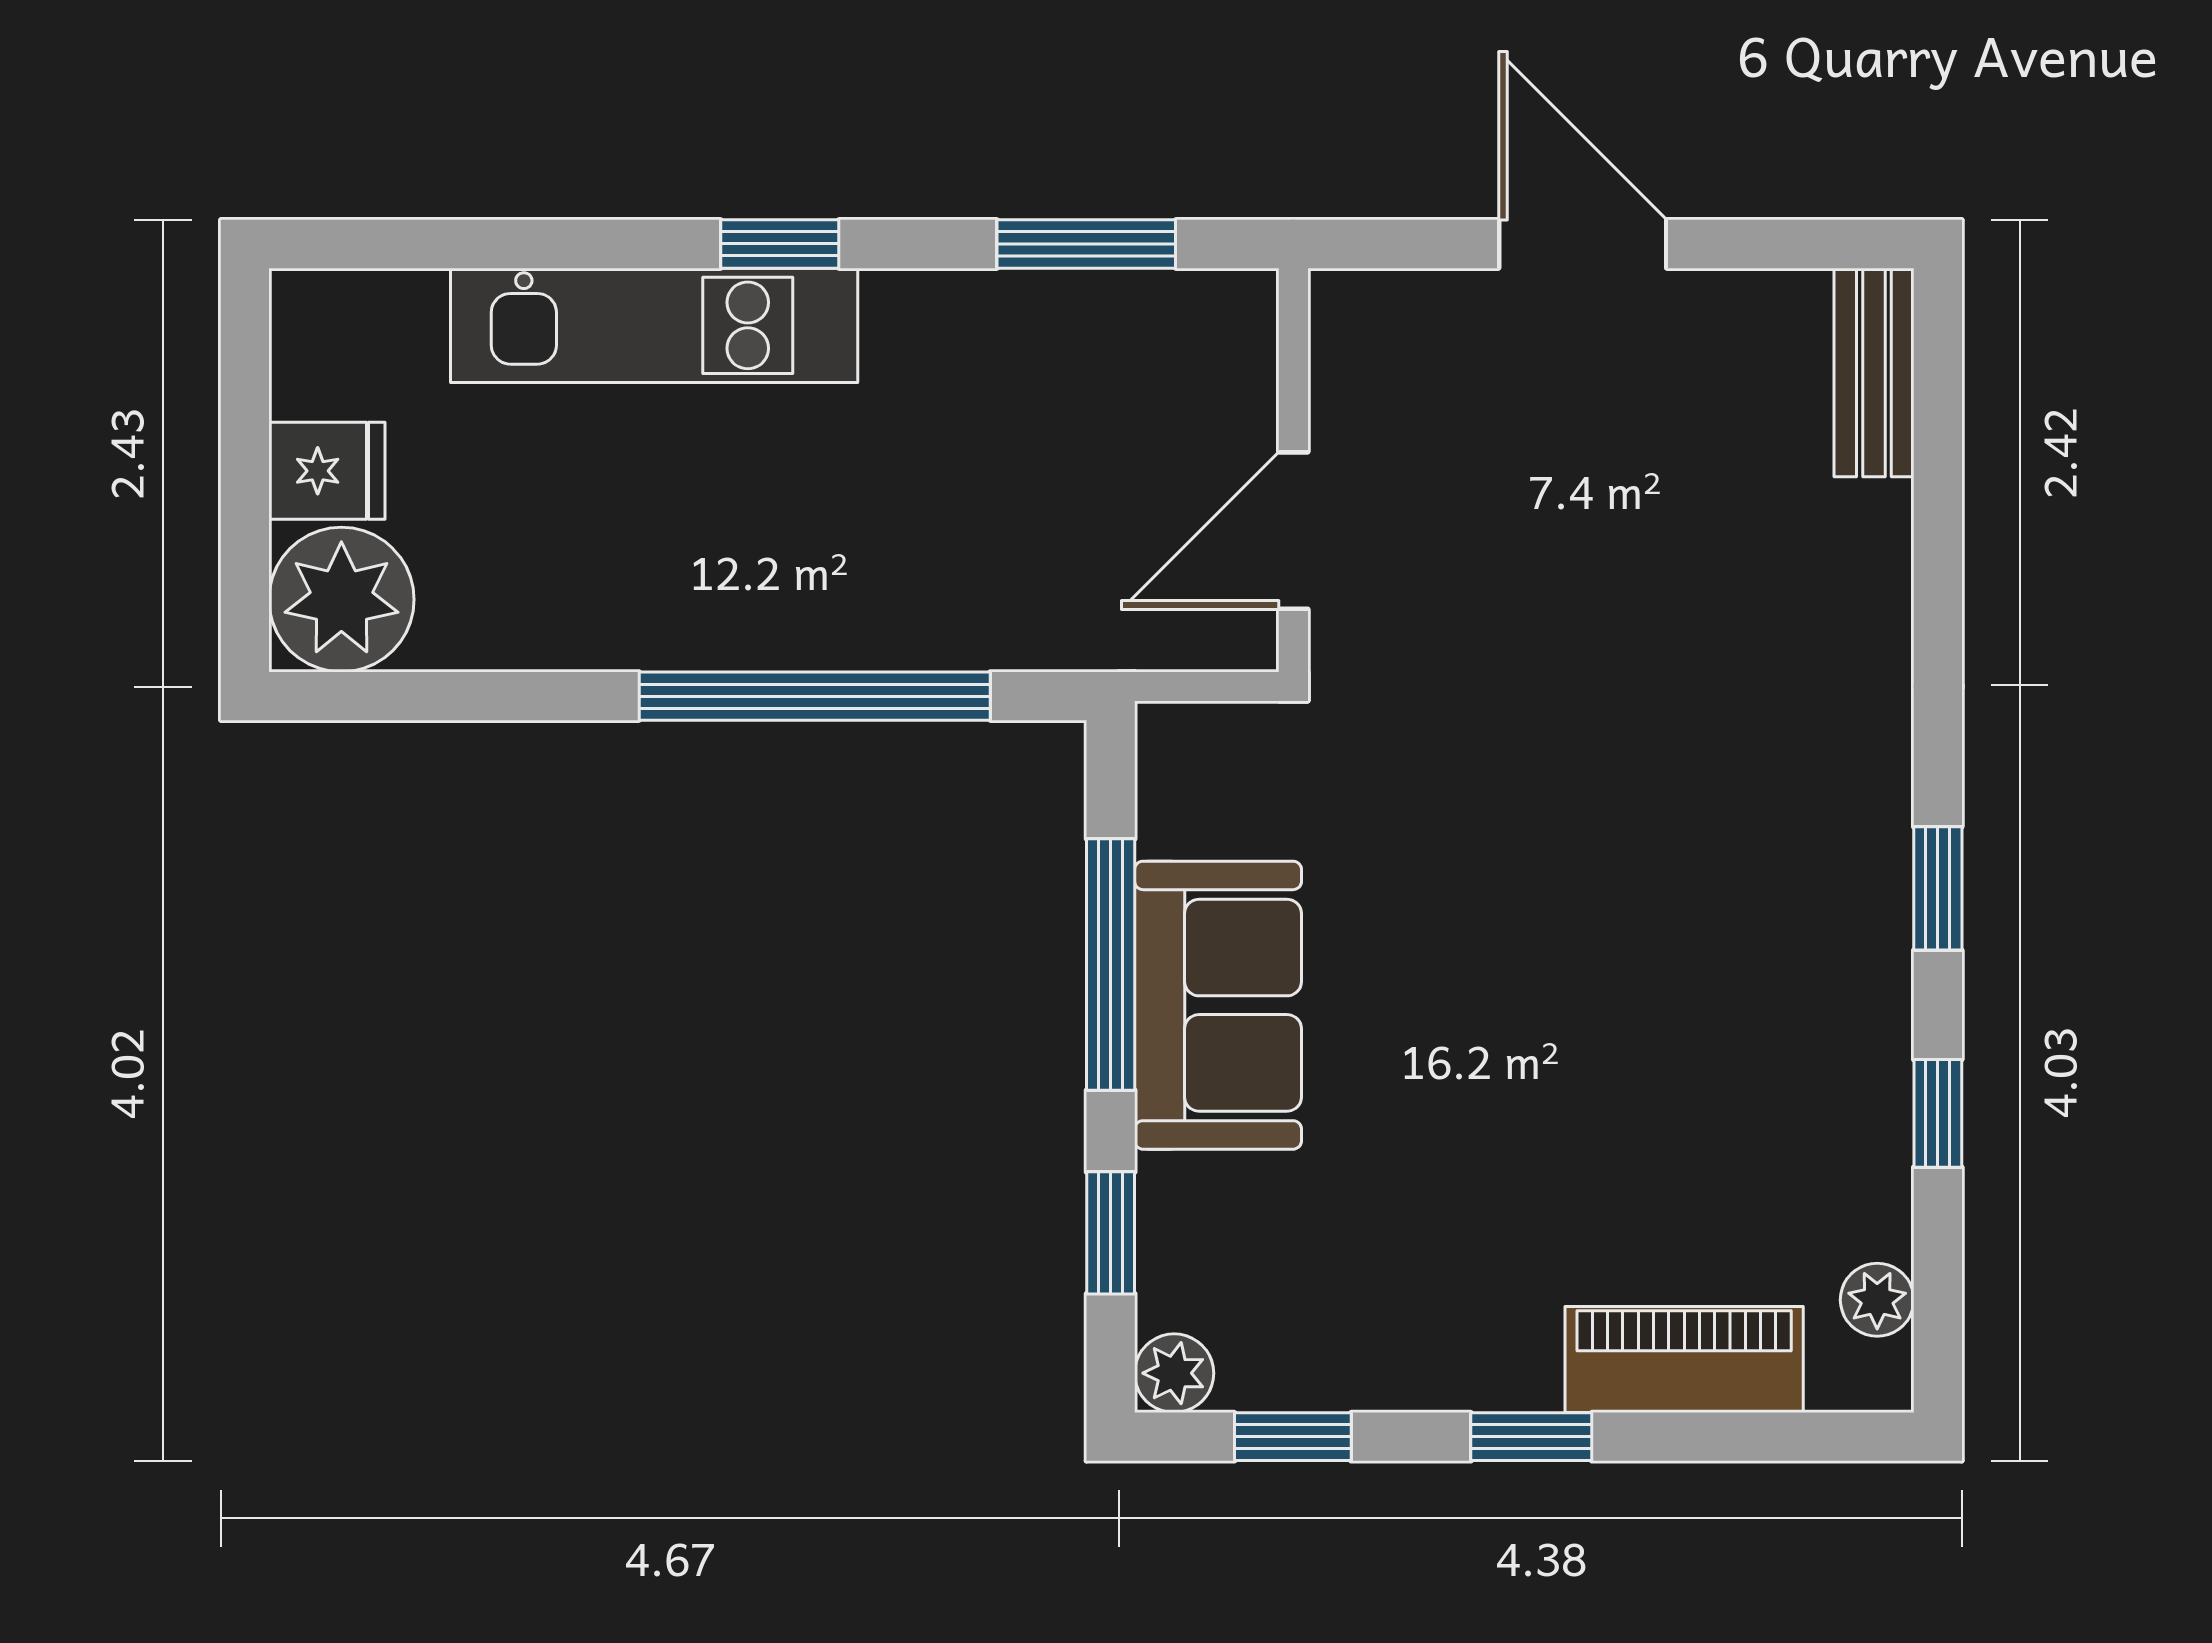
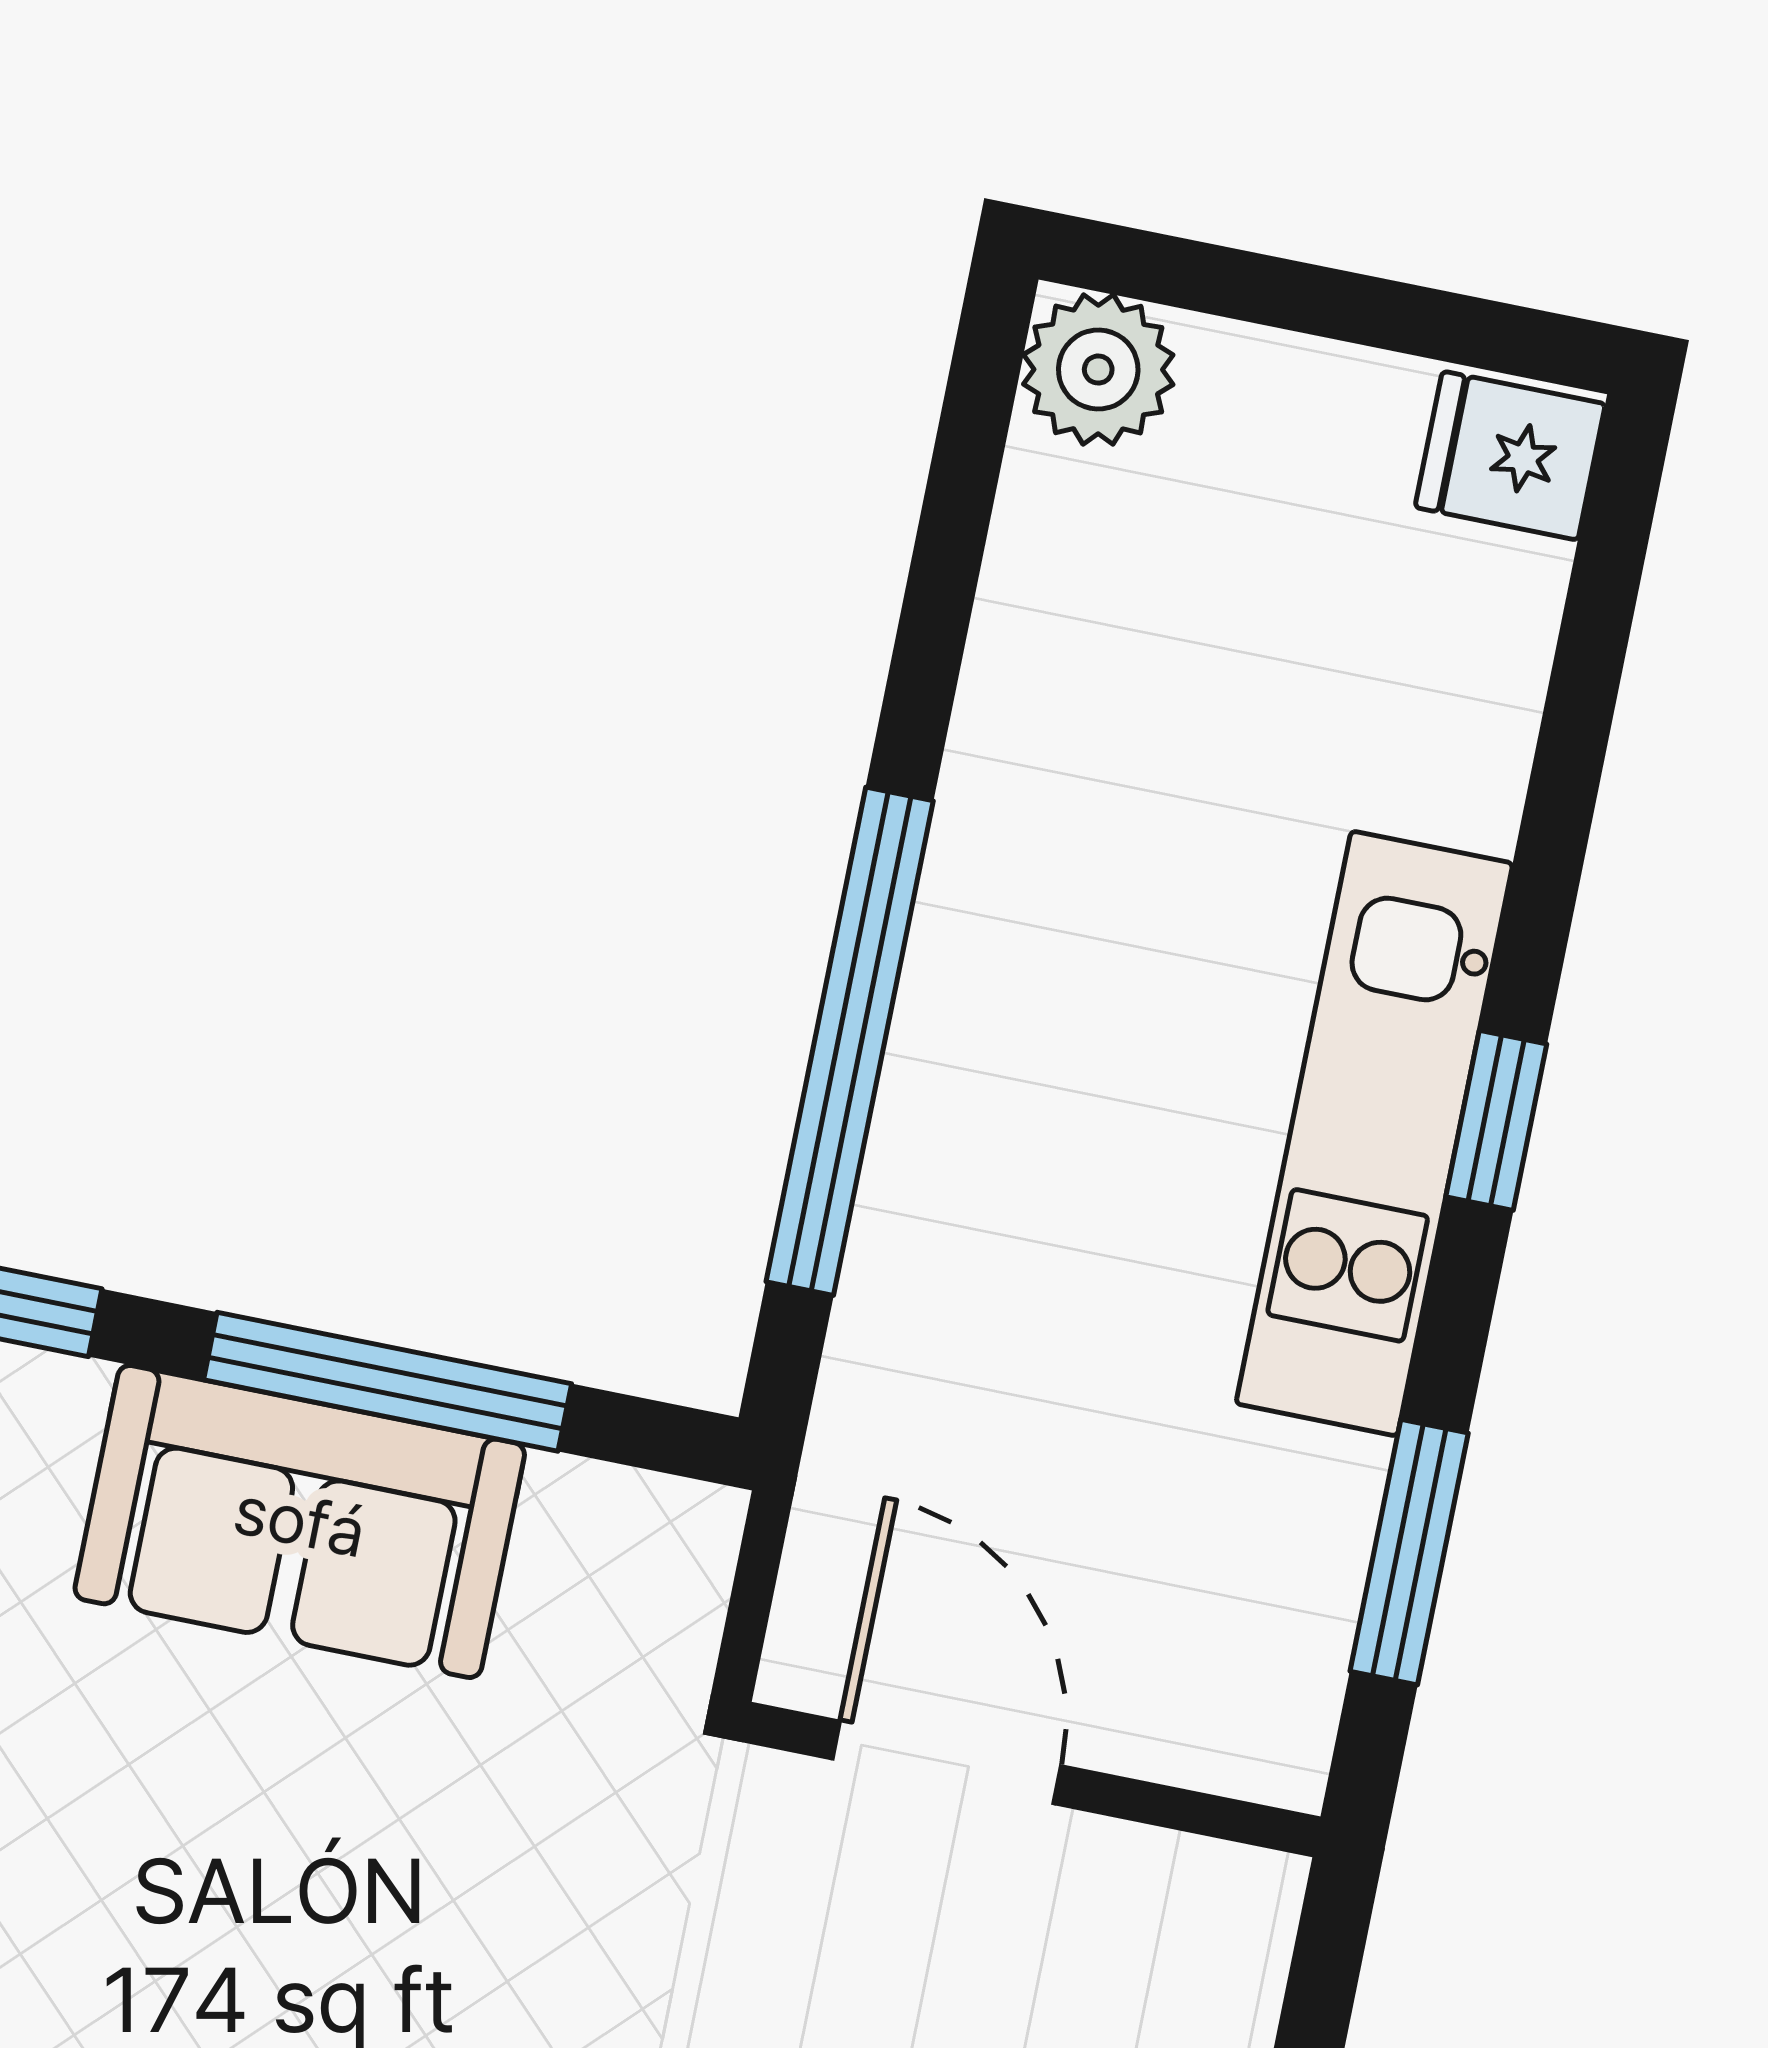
kitchen unit: (654, 325) -> (1374, 1133), moved
fridge: (327, 471) -> (1510, 456), moved, turned 90
plant: (341, 600) -> (1098, 370), width x0.73, depth x0.73

